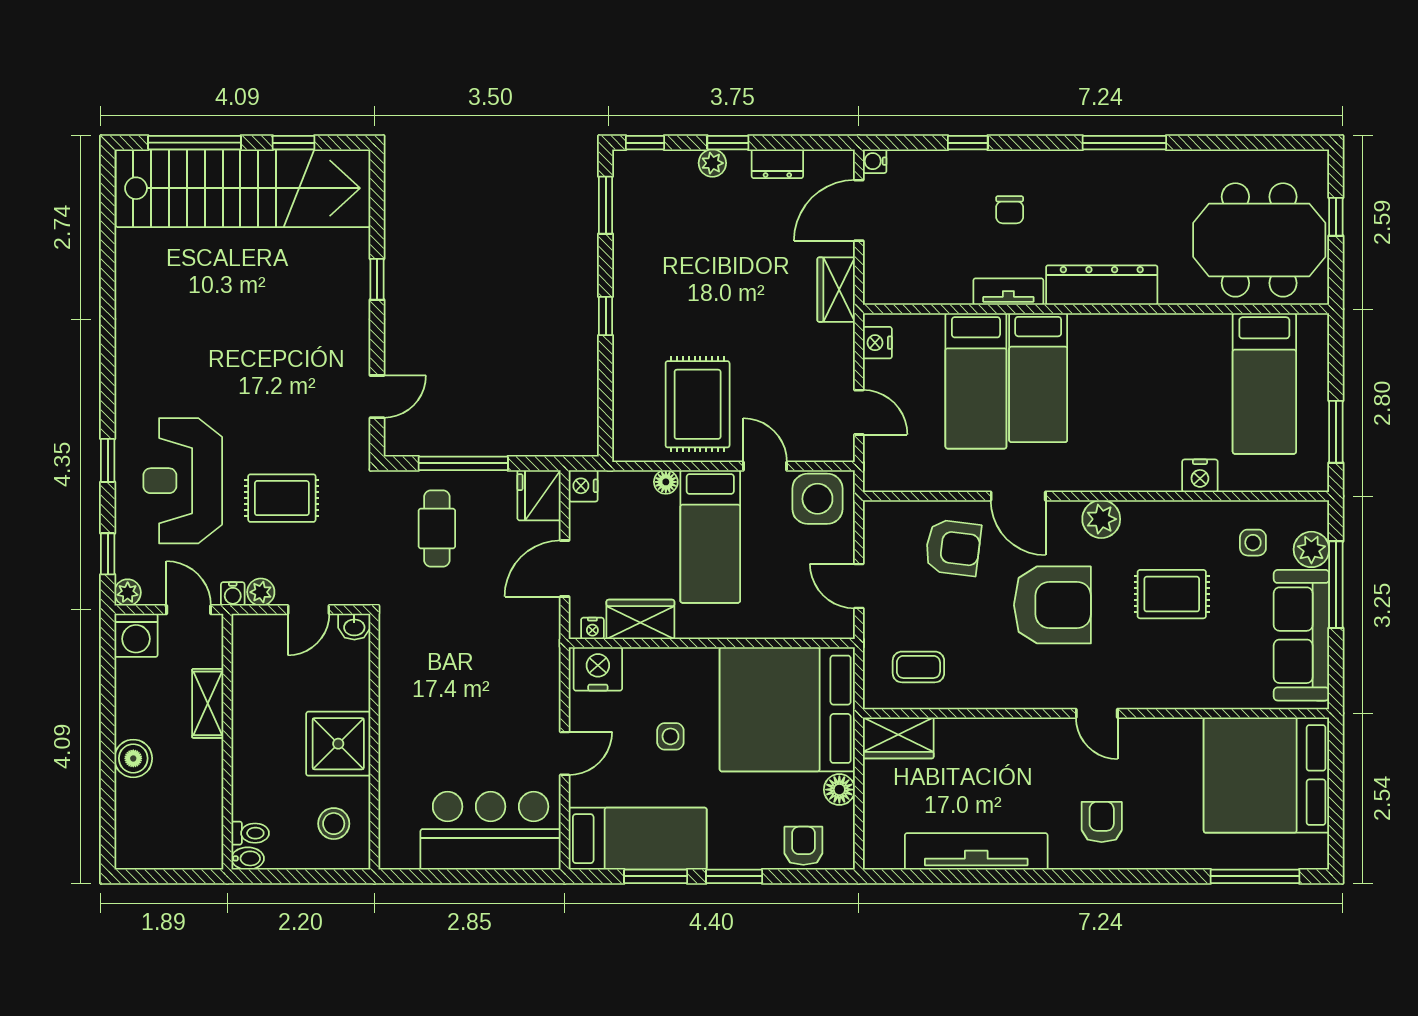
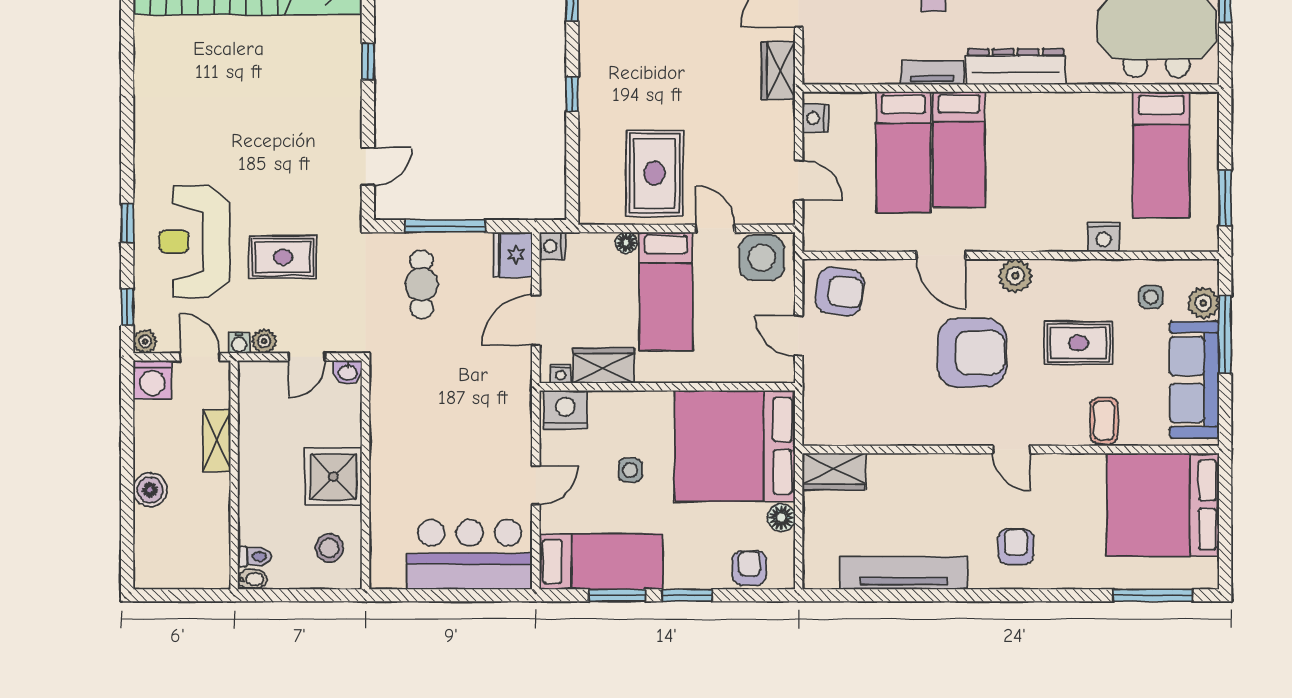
armchair: (953, 548) -> (840, 291), moved
coffee table: (918, 667) -> (1104, 420), moved, turned 90

